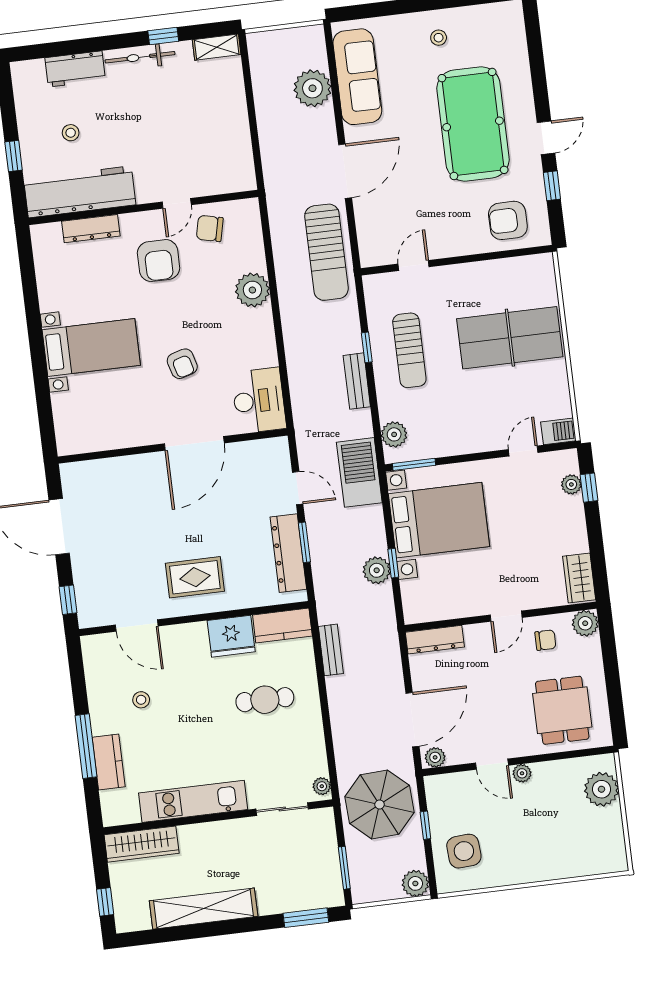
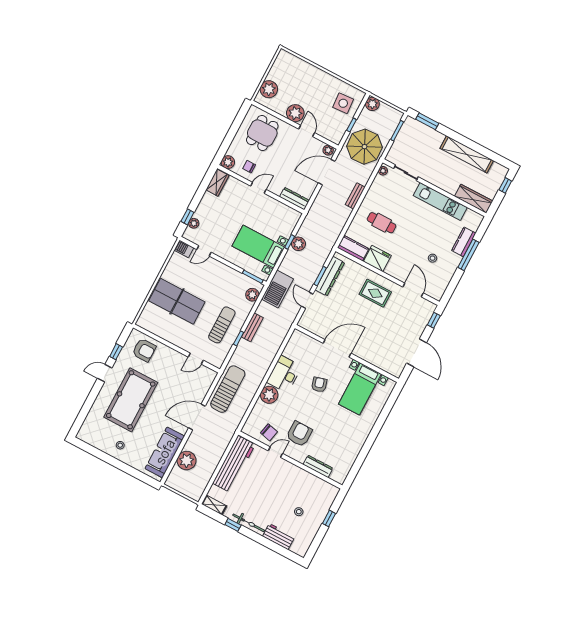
workbench: (80, 192) -> (234, 464), moved, turned -90
bed with nightstands: (91, 347) -> (360, 389), moved, turned -90
desk: (259, 401) -> (284, 374), moved
bed with nightstands: (439, 520) -> (258, 247), width x0.73
bench: (331, 650) -> (355, 196), moved
plant: (522, 773) -> (295, 113), width x1.88, depth x1.88

